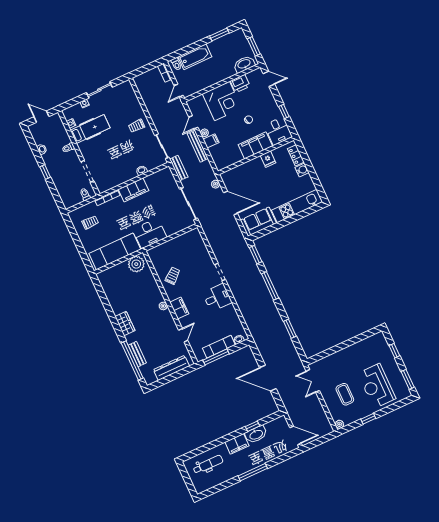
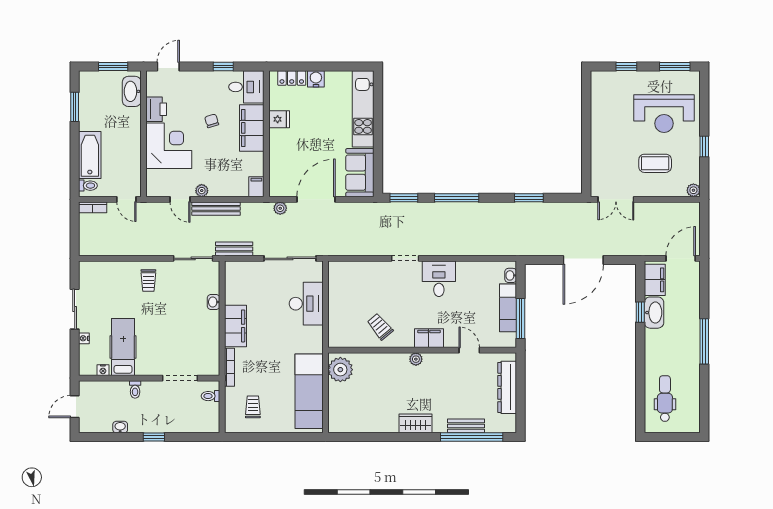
filing cabinet: (211, 141) -> (256, 187), moved
desk: (150, 233) -> (306, 304), moved
filing cabinet: (237, 444) -> (655, 280), moved

